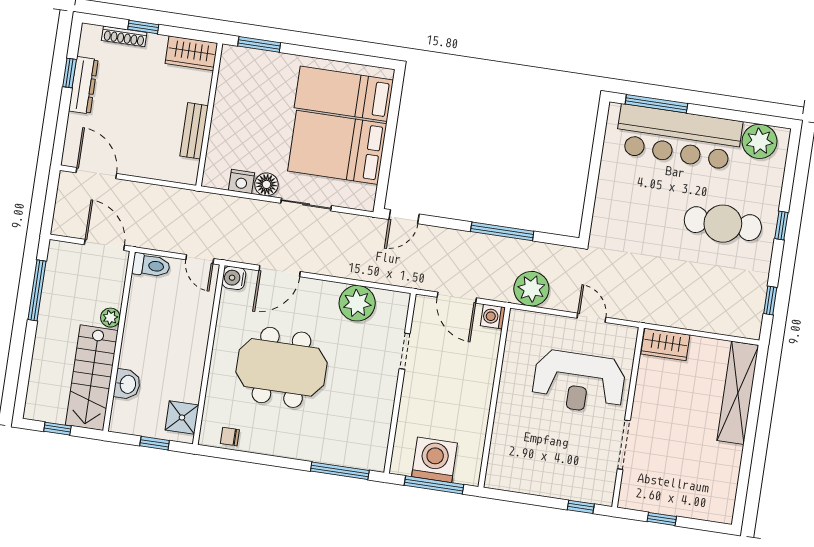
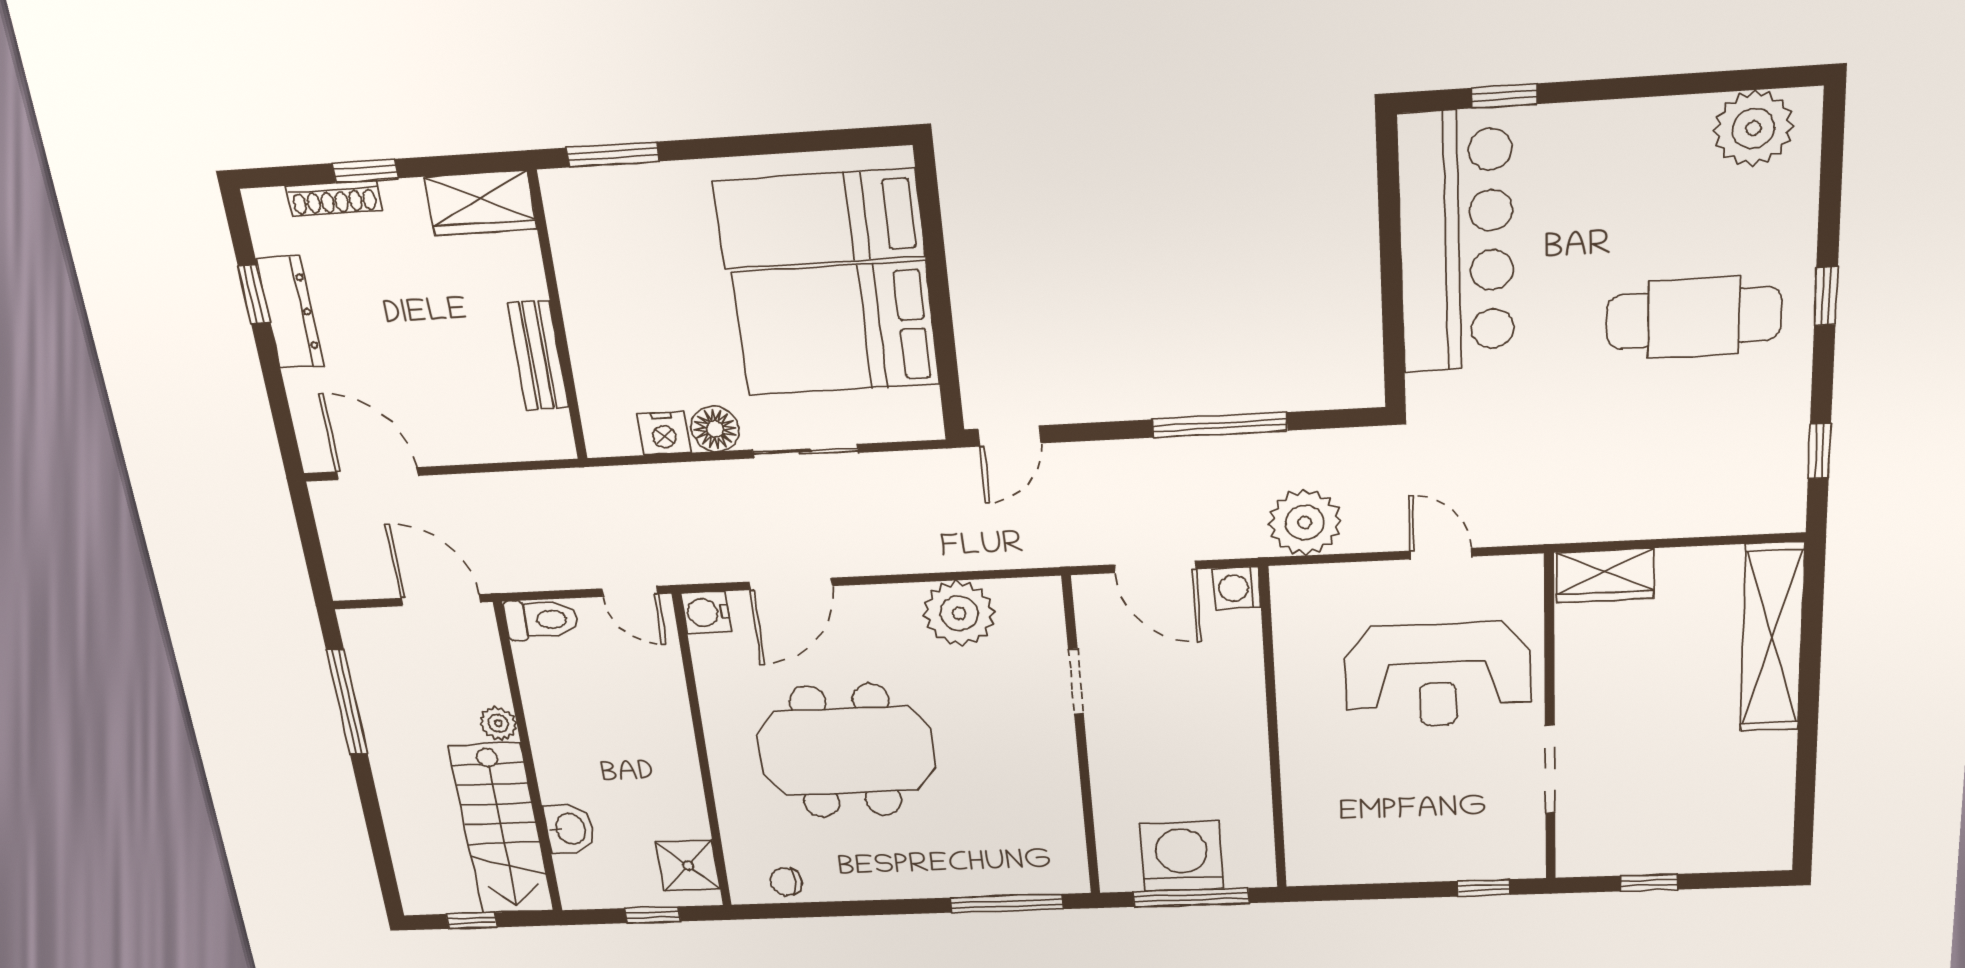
window: (656, 104) -> (1504, 96), width x0.46
bar counter: (679, 137) -> (1457, 242), moved, turned -90

